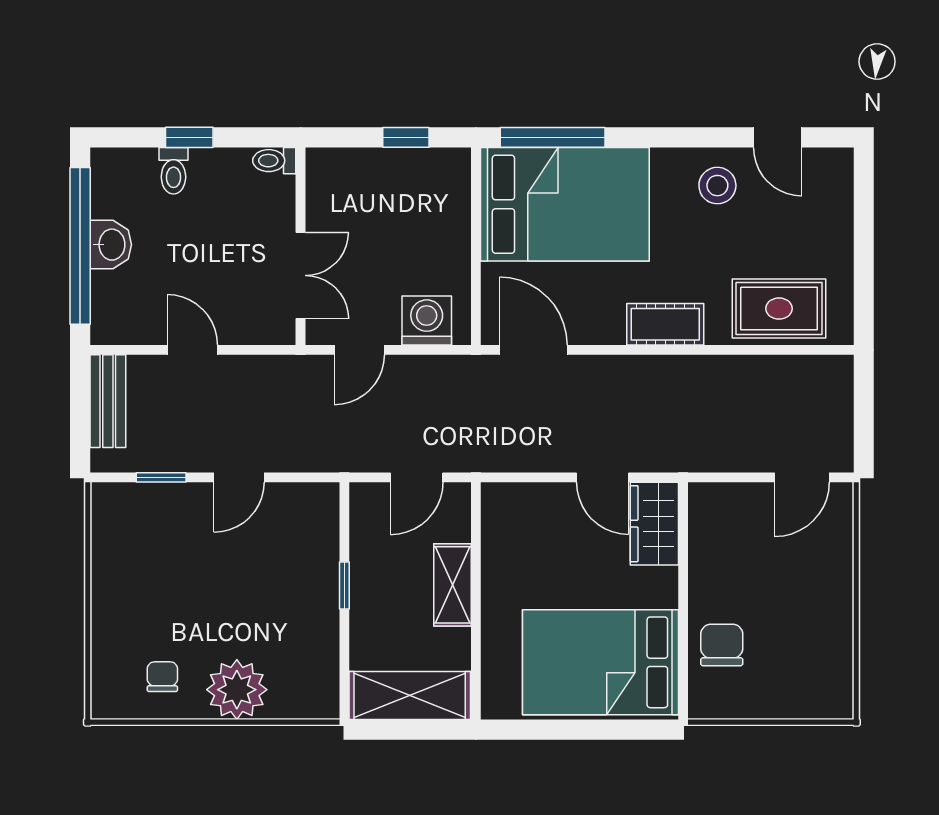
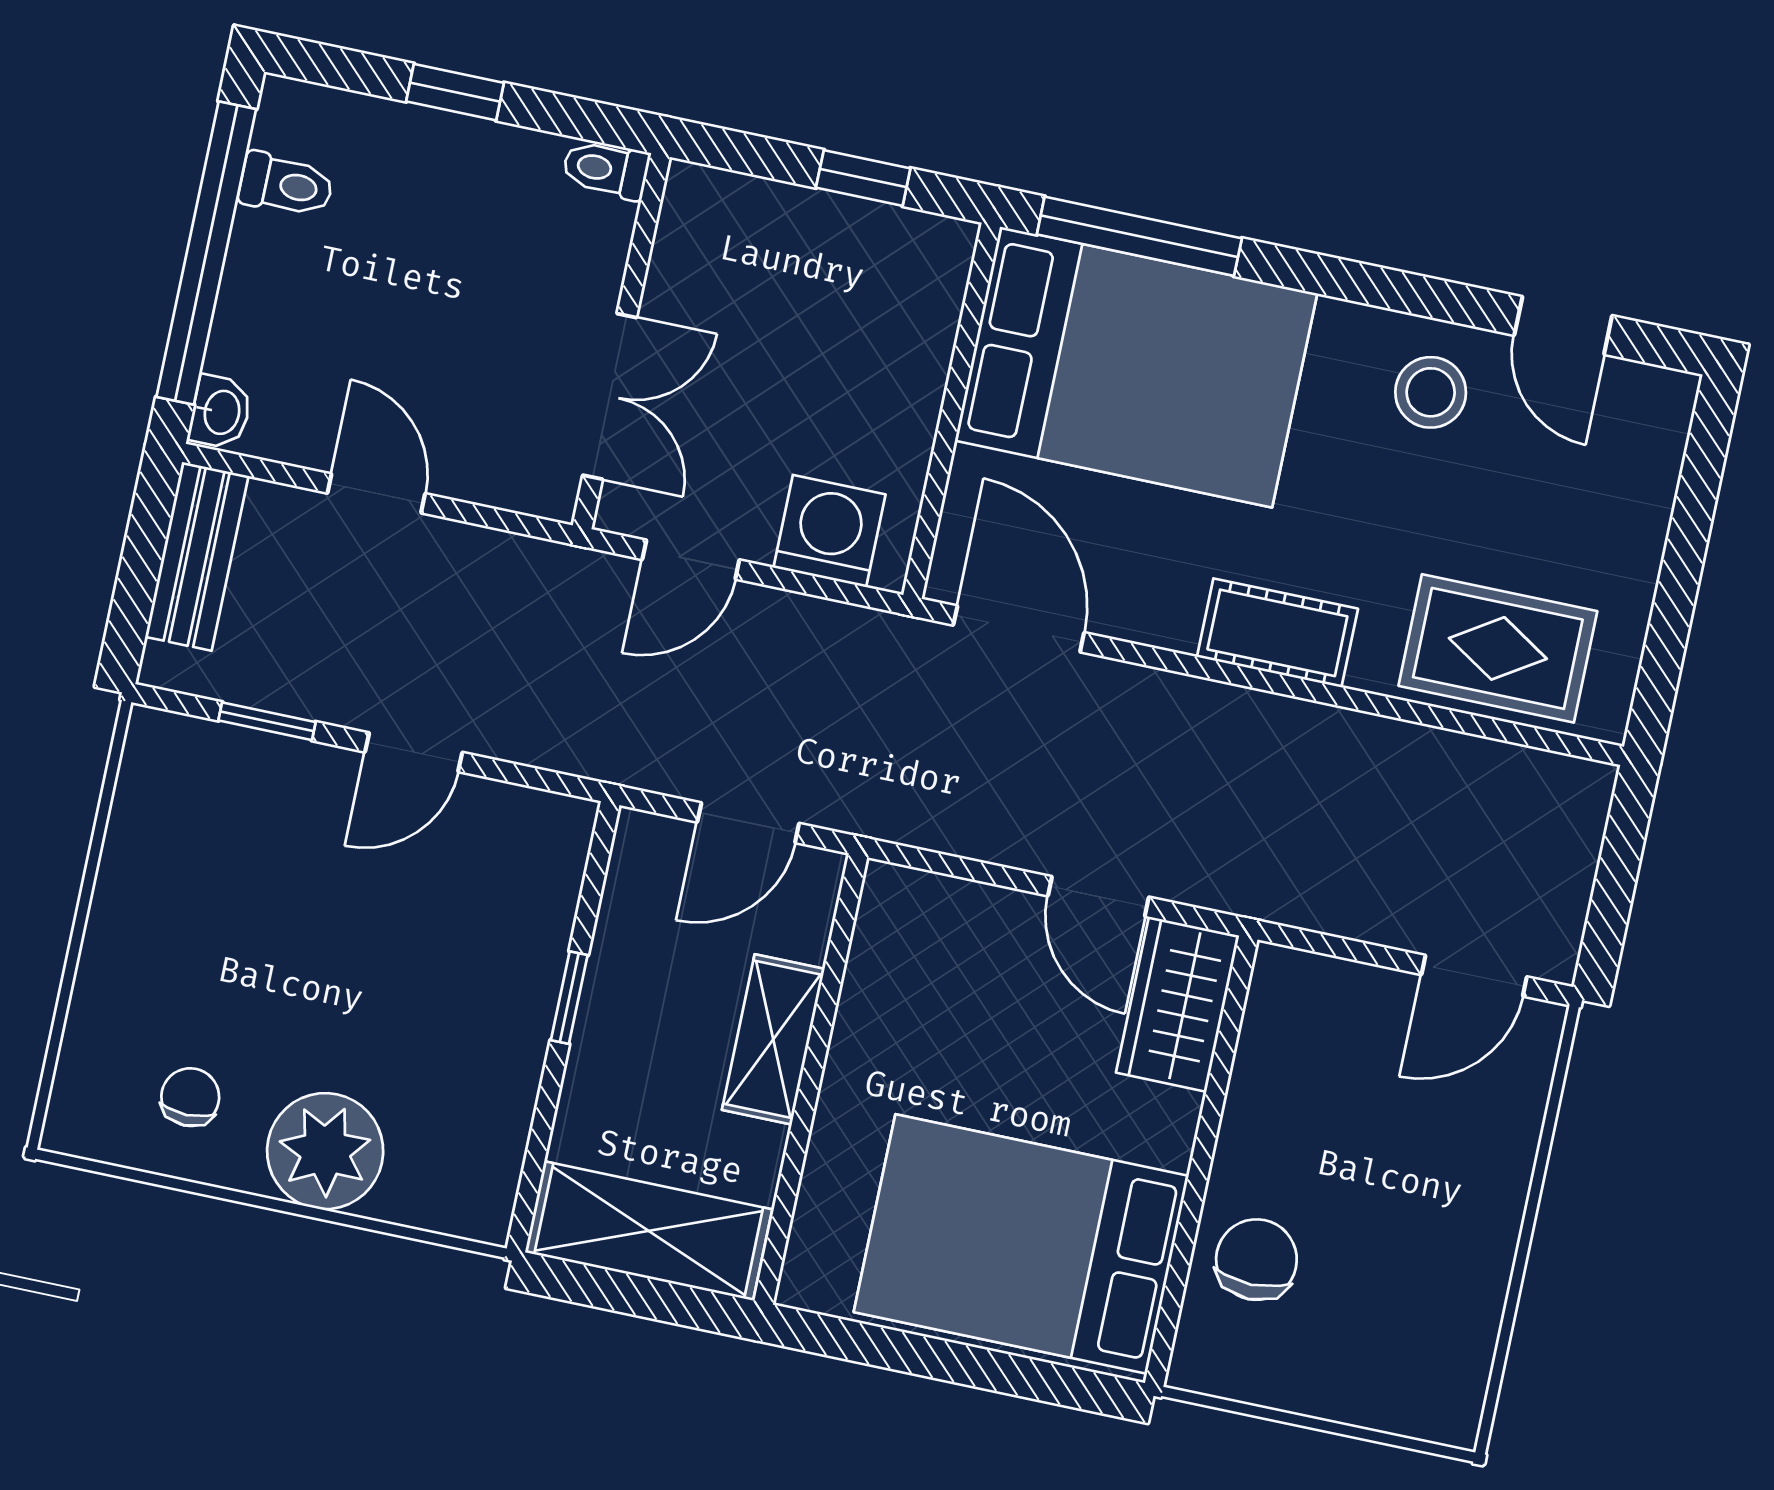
toilet: (173, 171) -> (286, 185), moved, turned -90
washbasin: (111, 245) -> (220, 412), moved, width x0.72, depth x0.69

